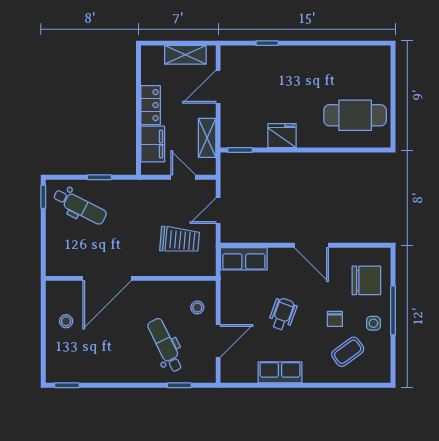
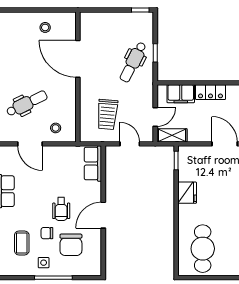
shelving: (207, 138) -> (172, 135), moved
dental chair: (80, 206) -> (133, 62), moved
chair: (366, 280) -> (71, 245), moved
wheelchair: (283, 314) -> (61, 209), moved, turned 70
coffee table: (348, 352) -> (22, 243), turned 36

